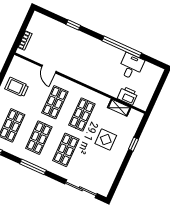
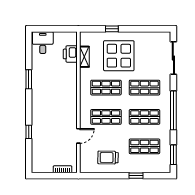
window: (122, 47) -> (29, 79), width x0.47
desk: (131, 66) -> (43, 43), moved, turned 90
trolley: (17, 87) -> (108, 158), turned 91
display table: (106, 140) -> (119, 56), width x1.86, depth x1.86
window: (33, 167) -> (173, 110), width x1.46

